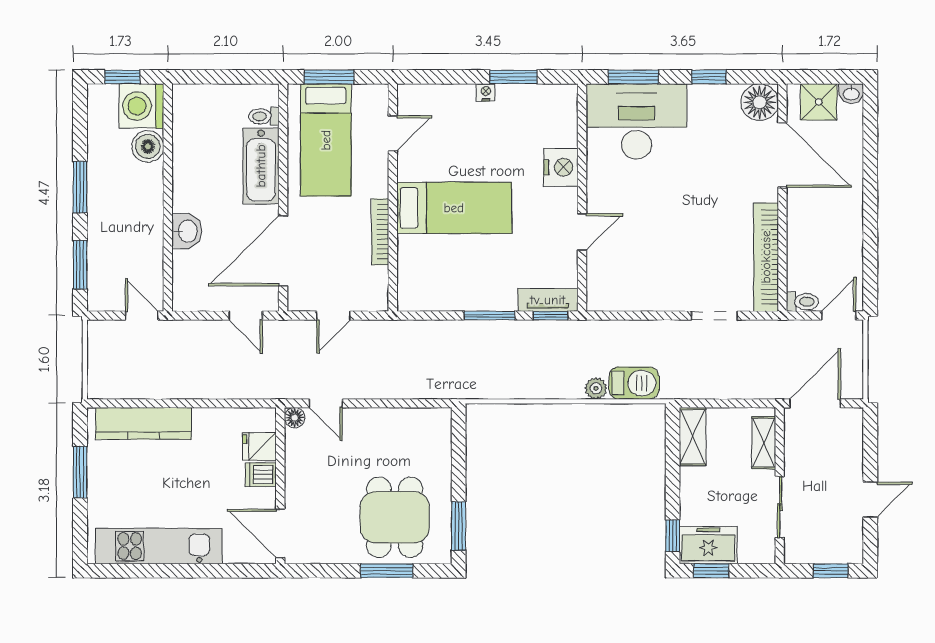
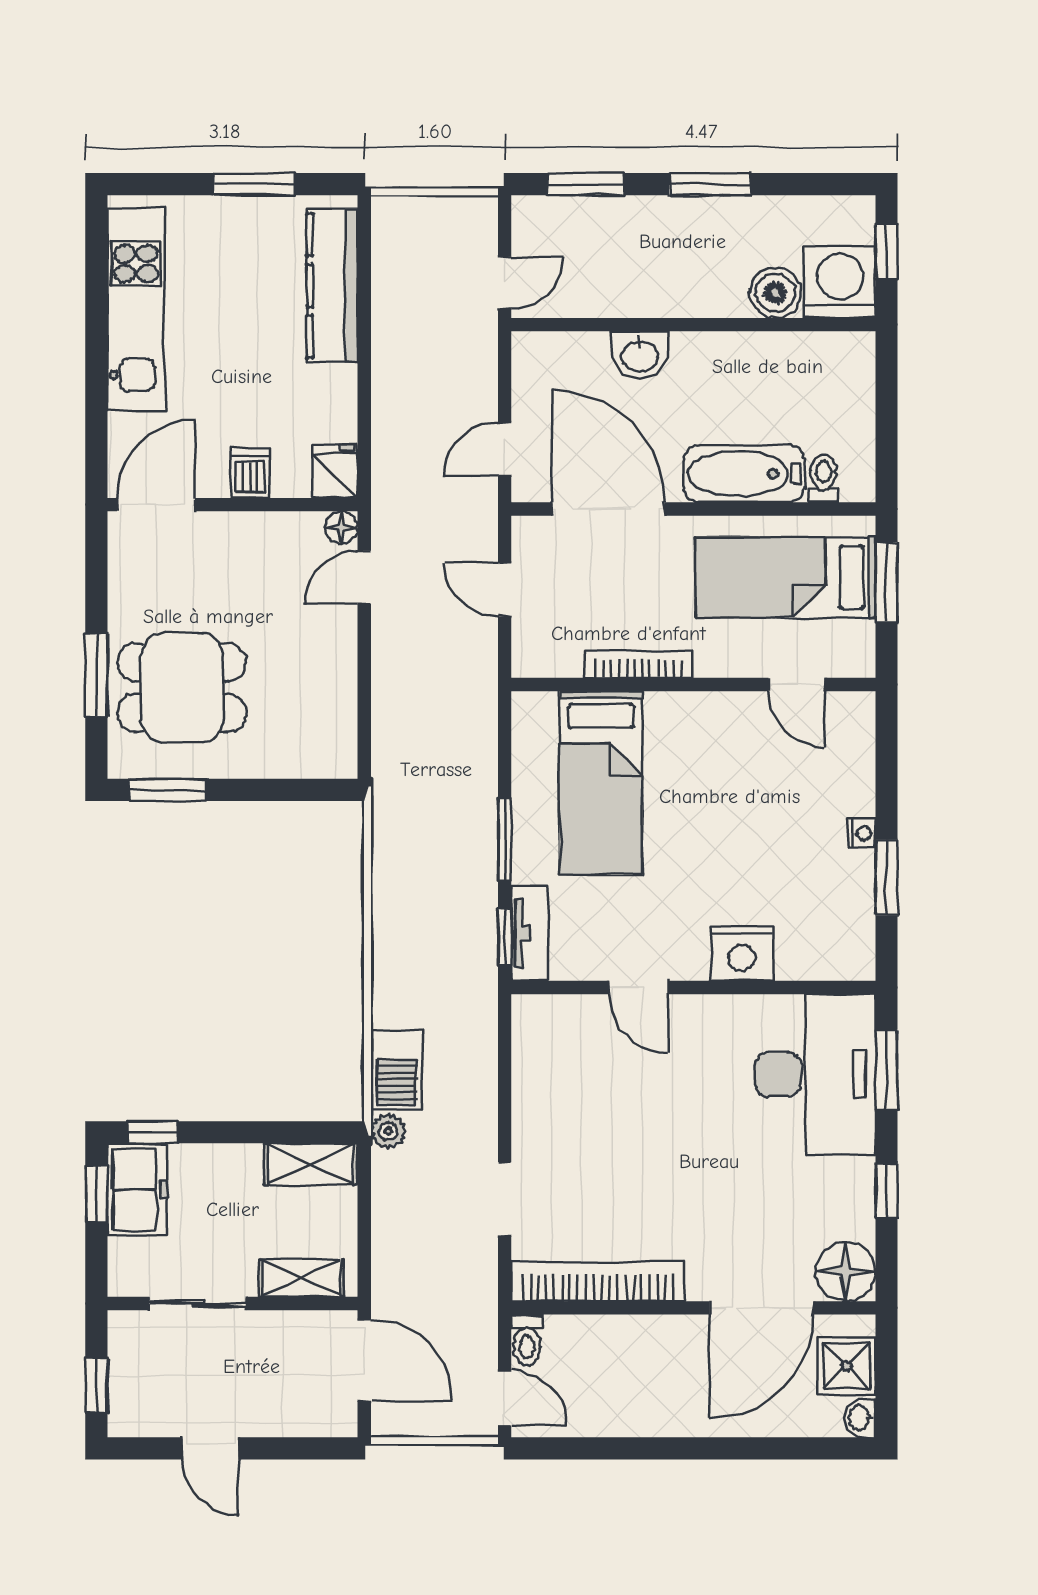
bed: (454, 208) -> (601, 783), moved
plant: (596, 388) -> (388, 1131), moved
fridge: (259, 446) -> (335, 471), moved

